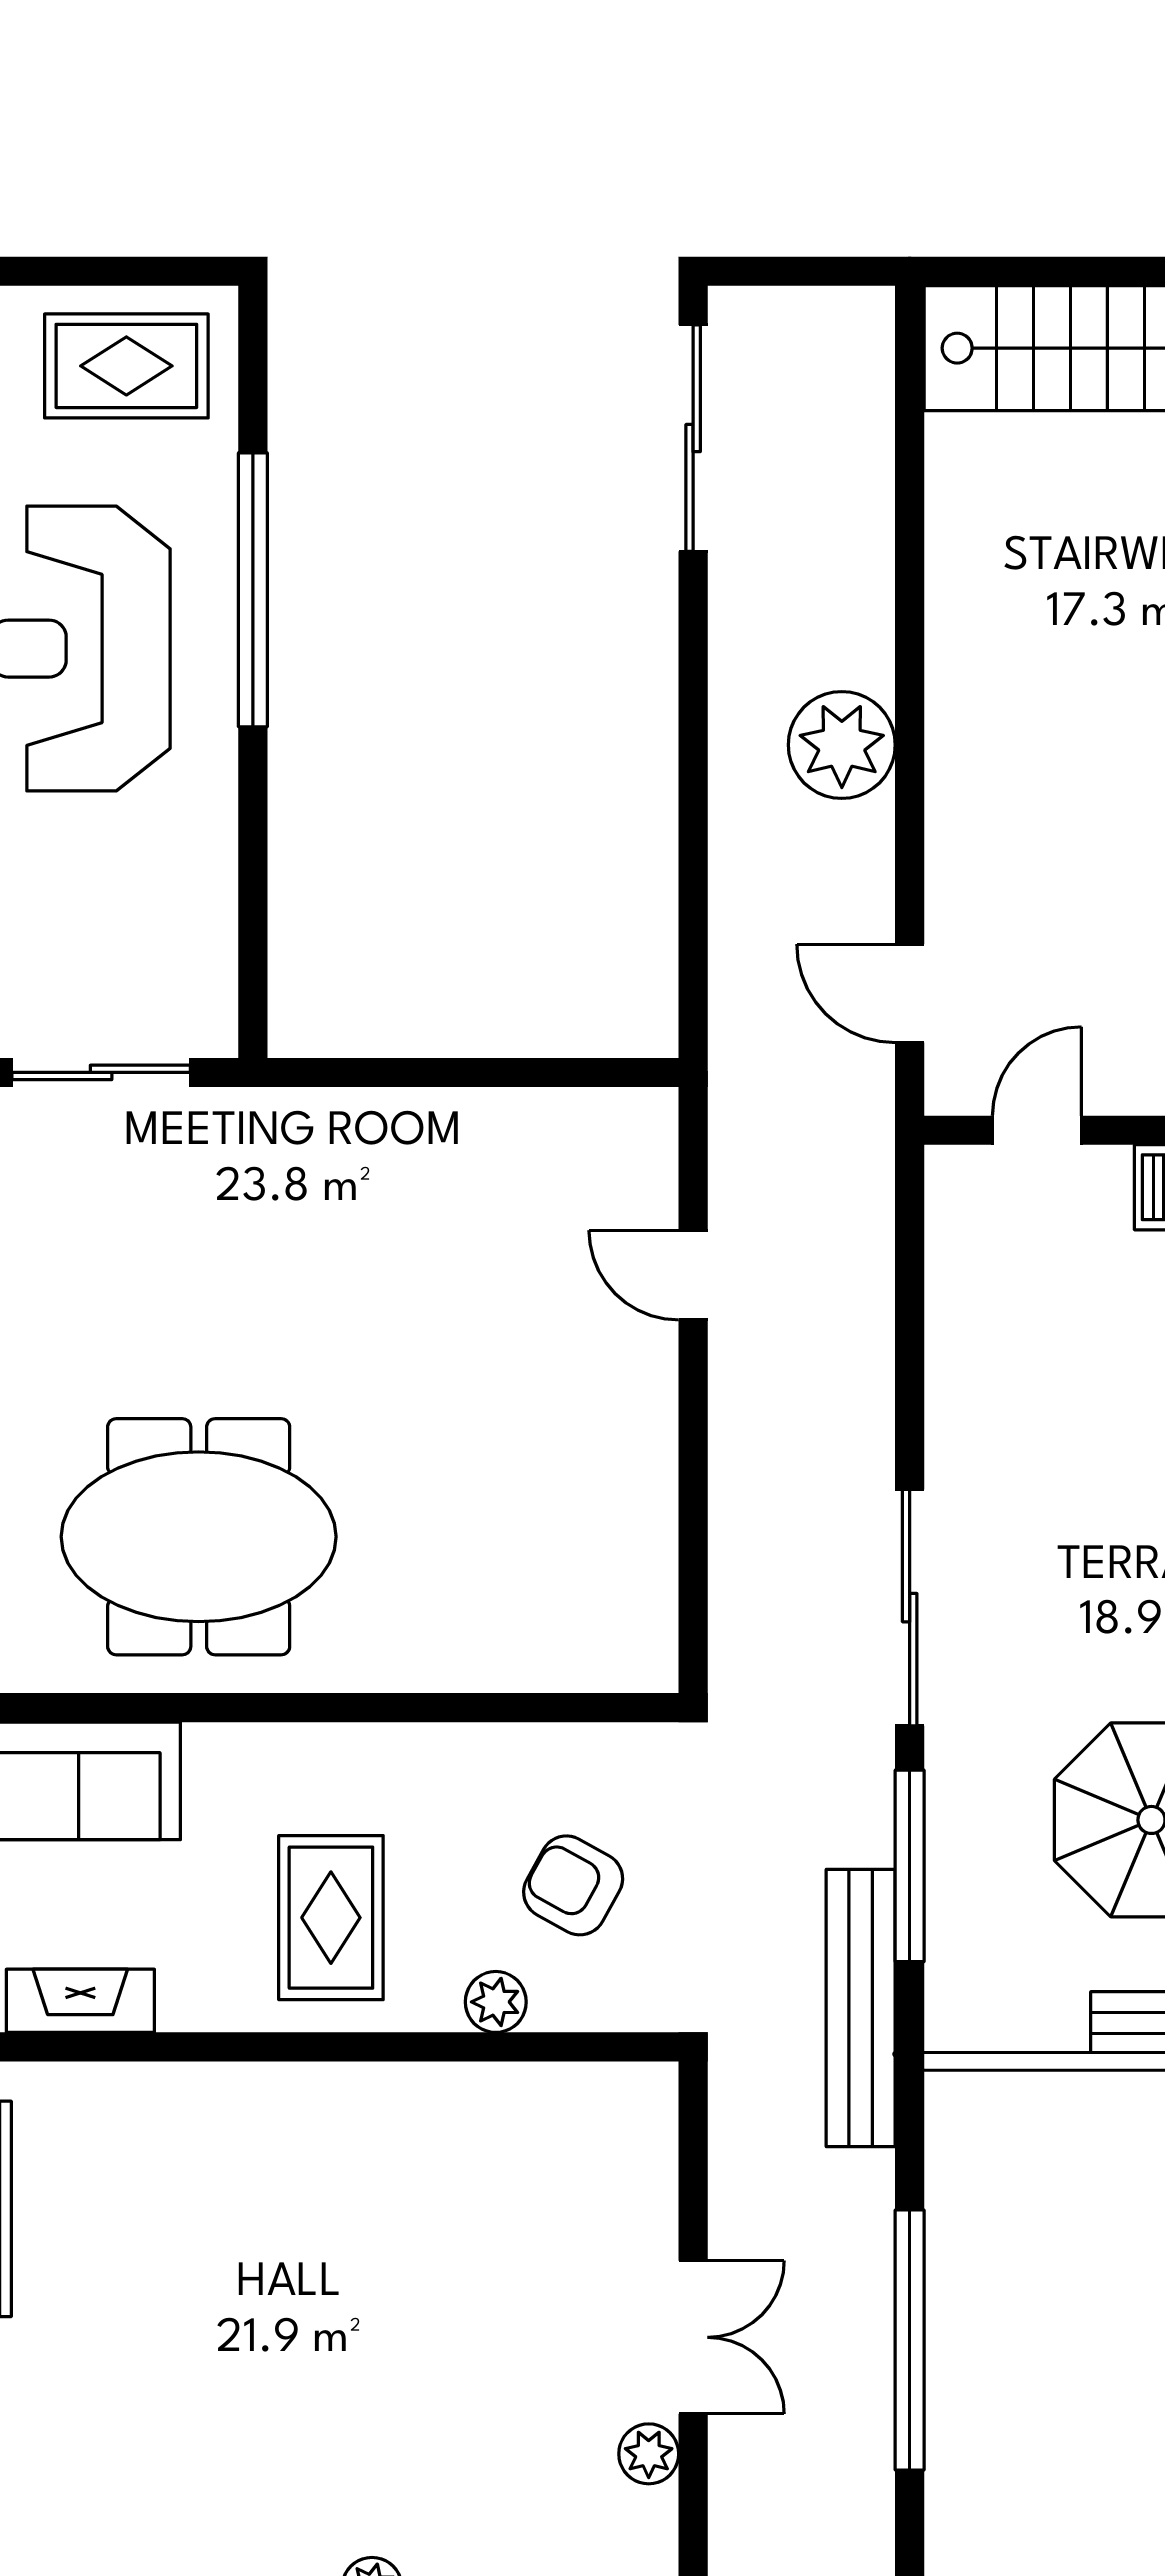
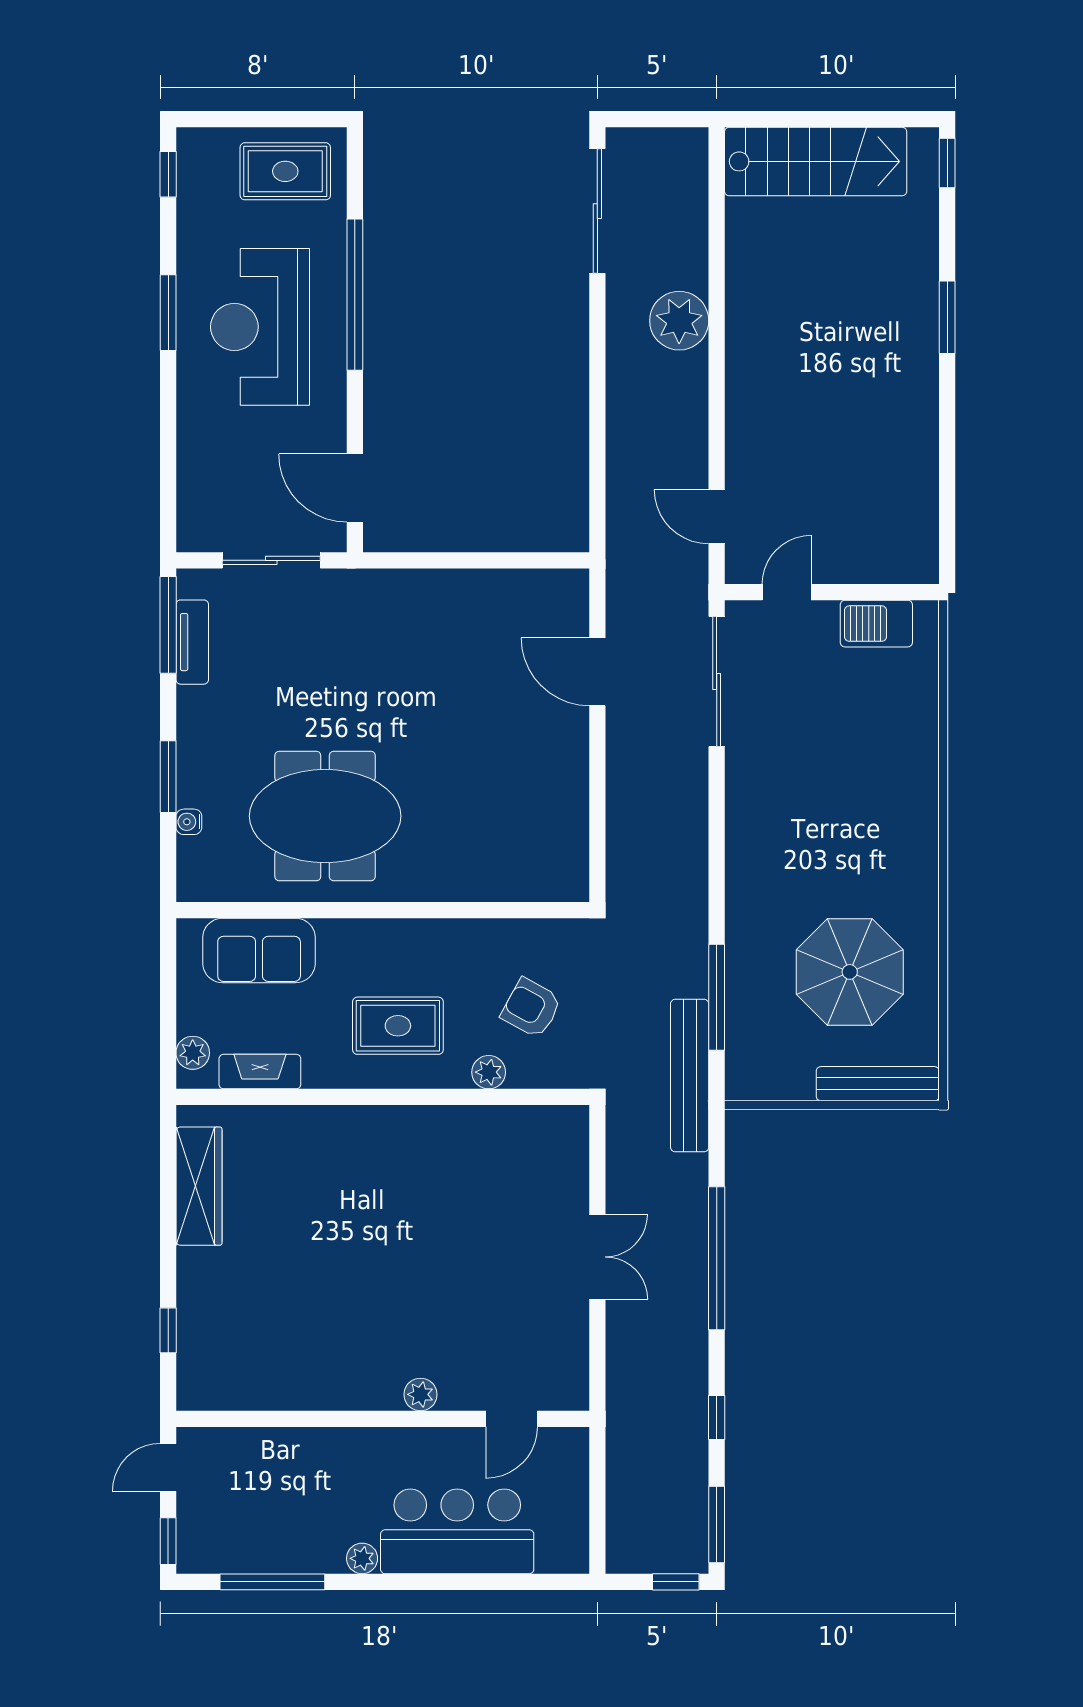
plant: (842, 745) -> (679, 321), moved
door: (253, 941) -> (355, 488), added
door: (693, 1275) -> (597, 672), width x1.38
sliding door: (910, 1608) -> (717, 682), moved
rug: (331, 1918) -> (398, 1026), turned 90
plant: (649, 2454) -> (573, 1321), removed

